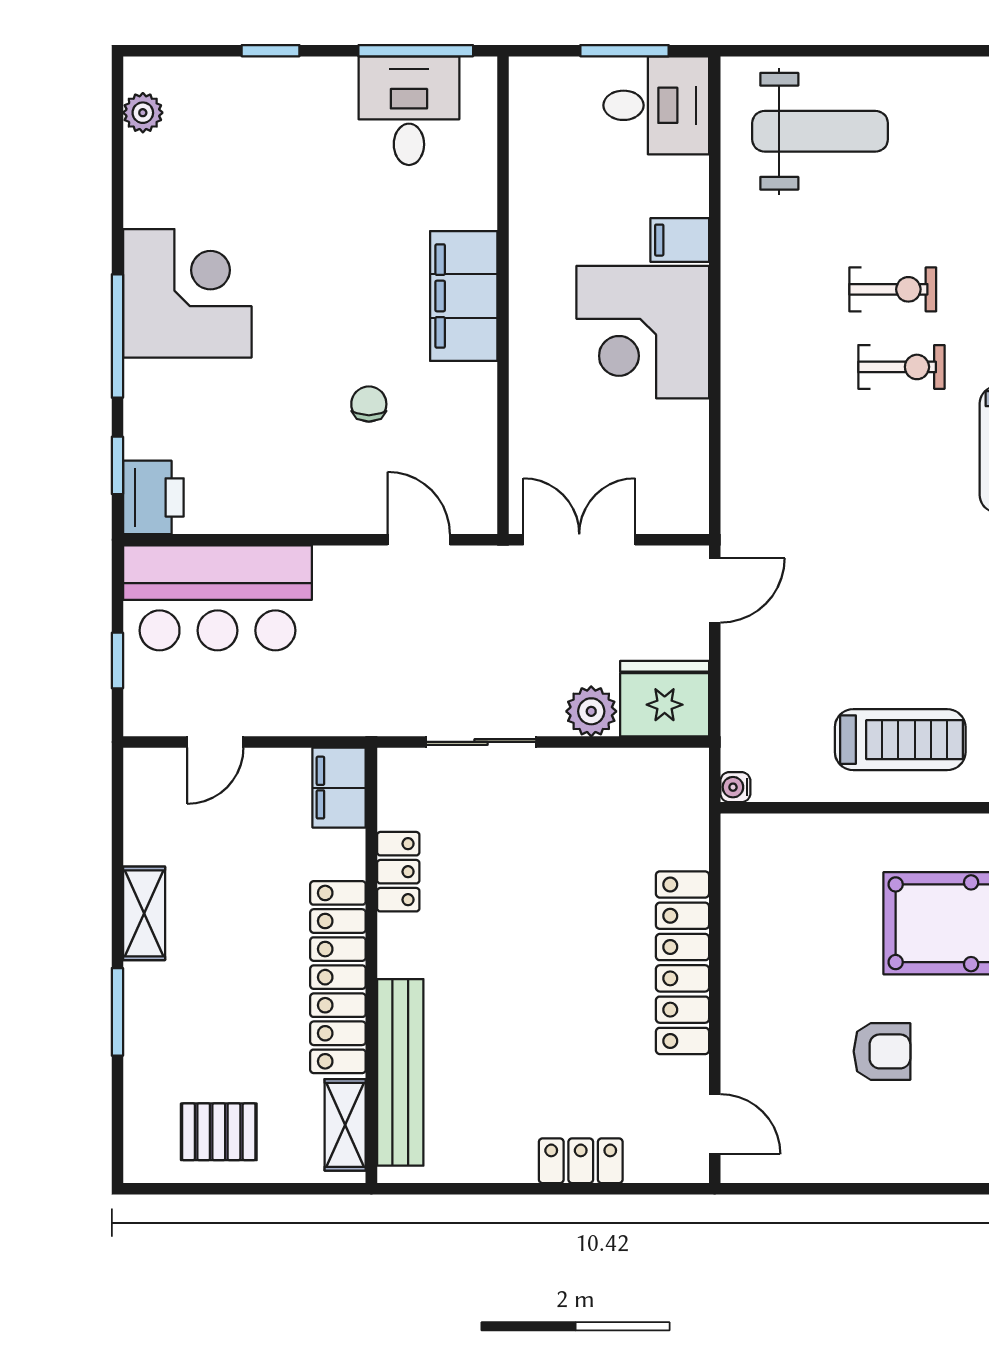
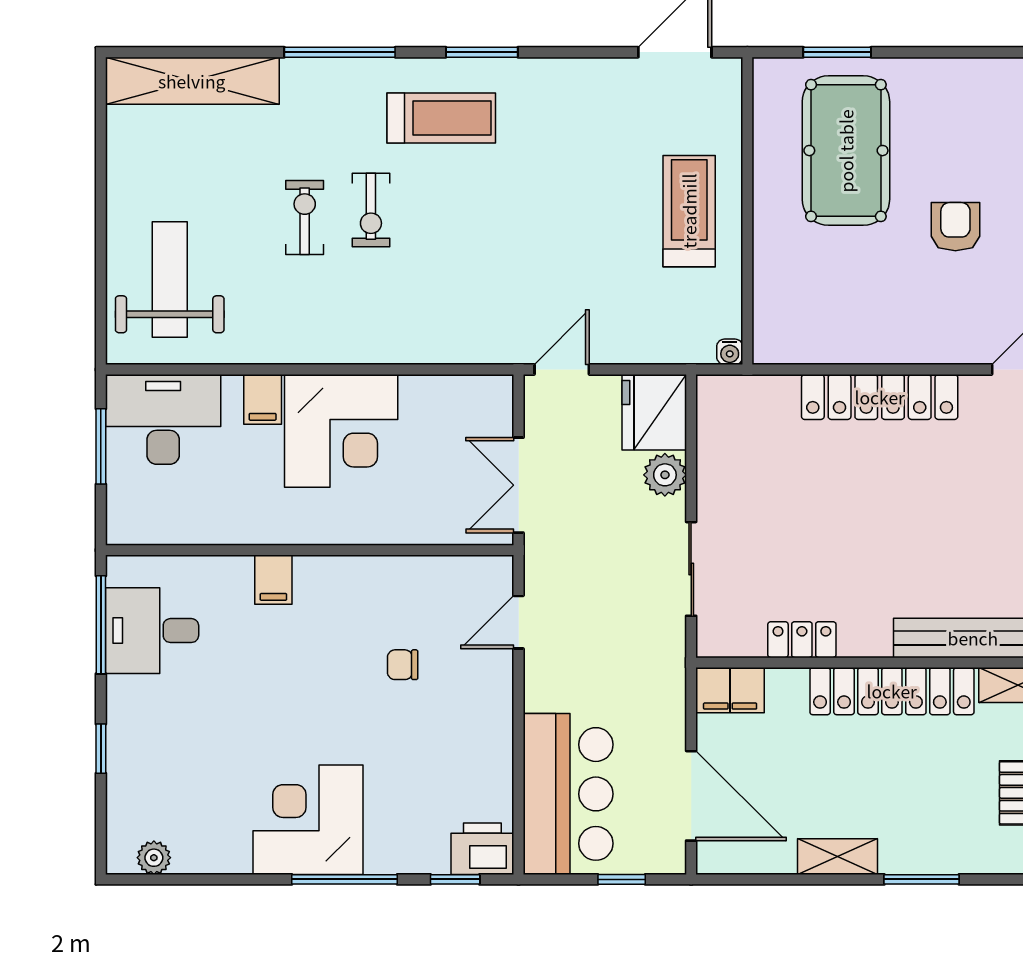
desk: (656, 105) -> (163, 419), width x1.37
filing cabinet: (464, 296) -> (273, 580), width x0.33, depth x0.86
exercise bike: (901, 367) -> (371, 210), turned 180
door: (715, 590) -> (562, 369), hinge flipped
door: (215, 742) -> (691, 796), width x1.88

